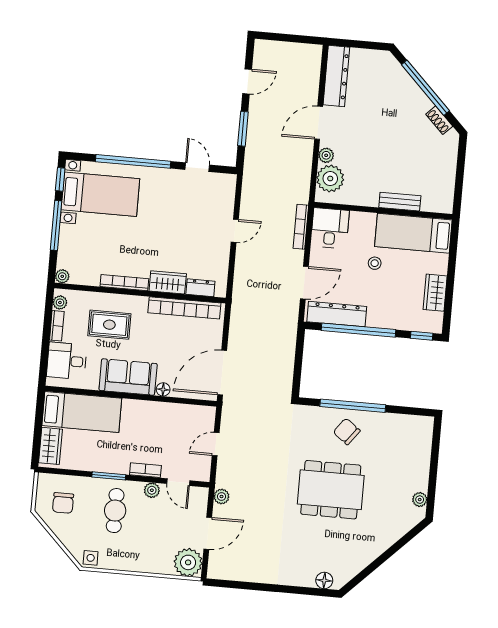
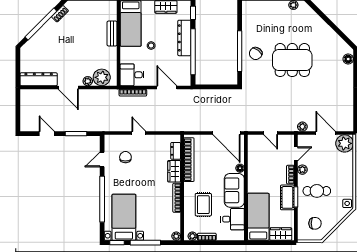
chair: (198, 205) -> (125, 157), added
dresser: (337, 314) -> (184, 38), moved
desk: (67, 361) -> (233, 219), moved, turned -90
cot: (109, 462) -> (287, 197), added
dining table: (331, 490) -> (292, 60), turned 90

